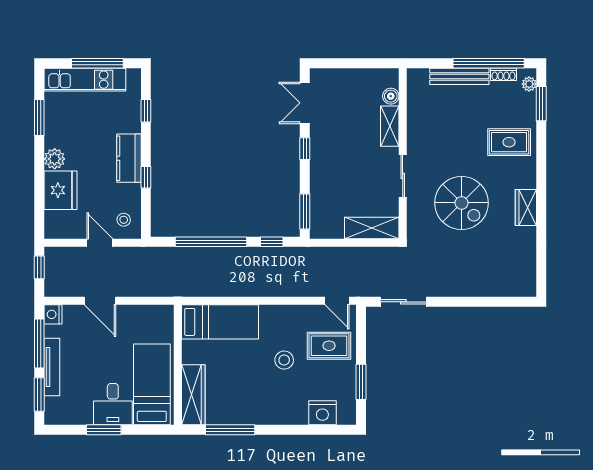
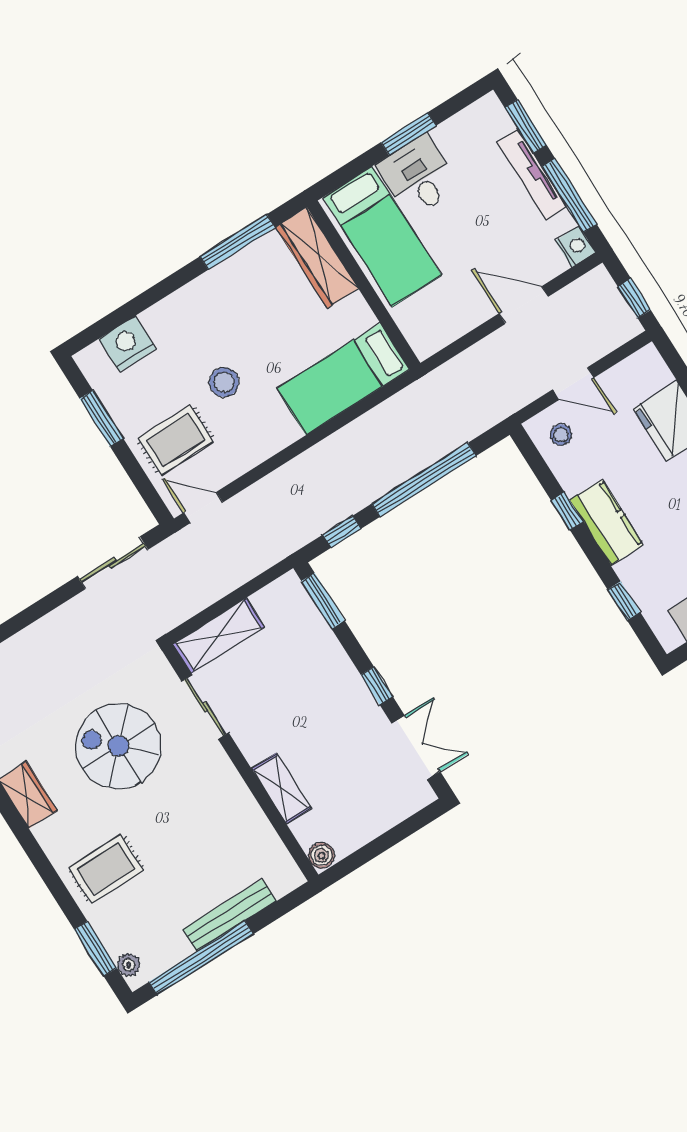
shoe rack: (503, 74) -> (172, 956), removed
boiler: (391, 96) -> (321, 855), moved
sliding door: (403, 176) -> (205, 707), moved

